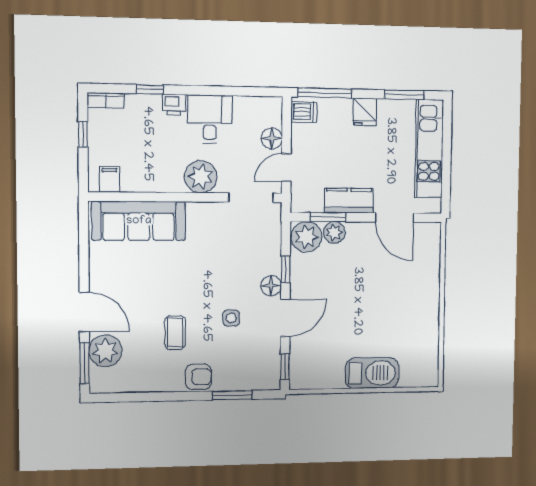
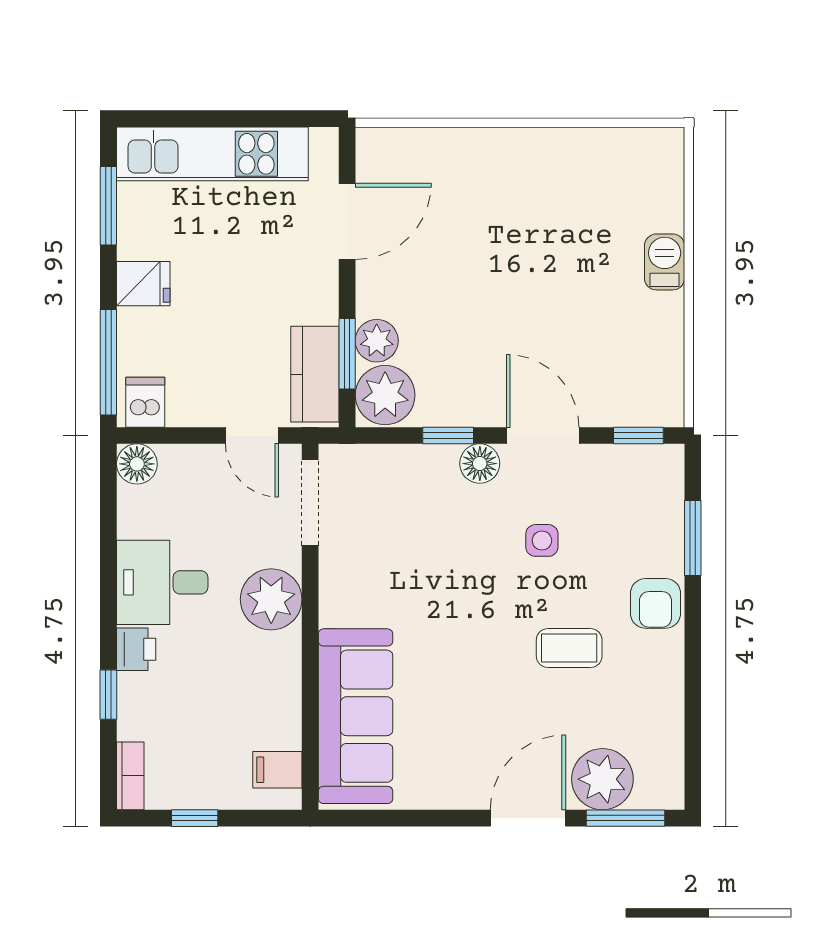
floor lamp: (272, 139) -> (137, 464), moved
kitchen counter: (349, 201) -> (315, 374), moved
barbecue: (372, 373) -> (665, 262), width x0.53, depth x0.65
armchair: (198, 377) -> (655, 603), turned 180

